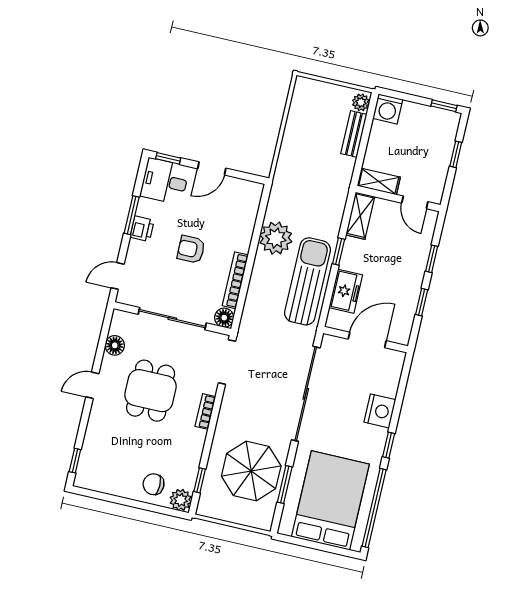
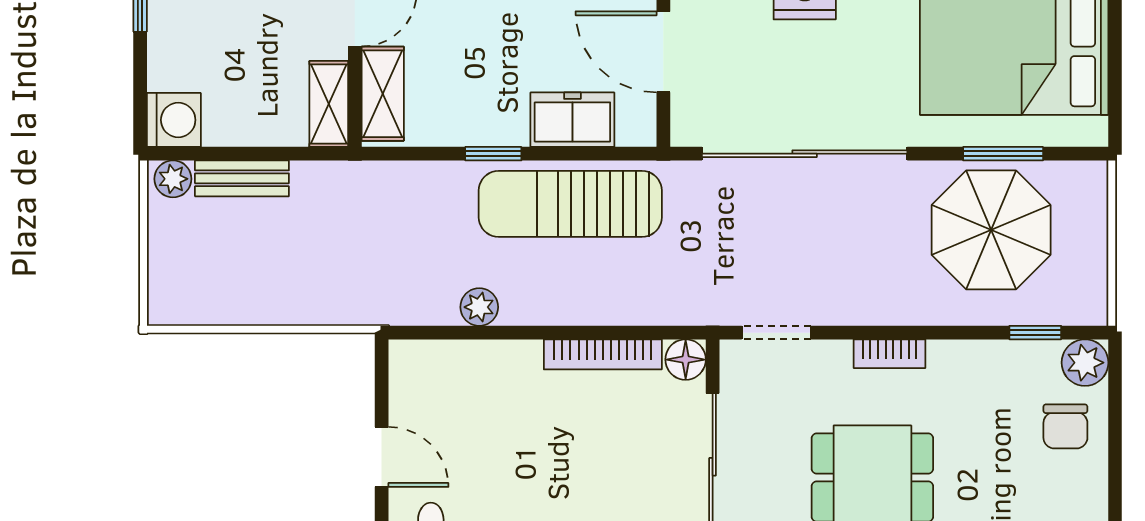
shelving: (360, 216) -> (383, 94), moved, turned 90
plant: (276, 238) -> (479, 307), width x0.53, depth x0.53
armchair: (191, 249) -> (560, 461), removed
doorway: (227, 362) -> (776, 333), width x0.73

